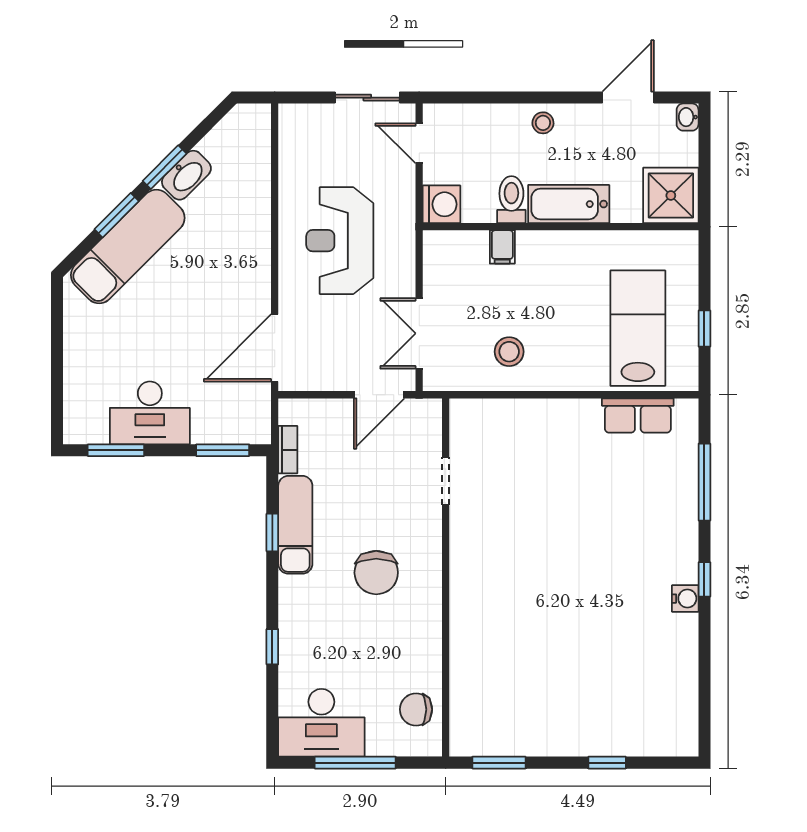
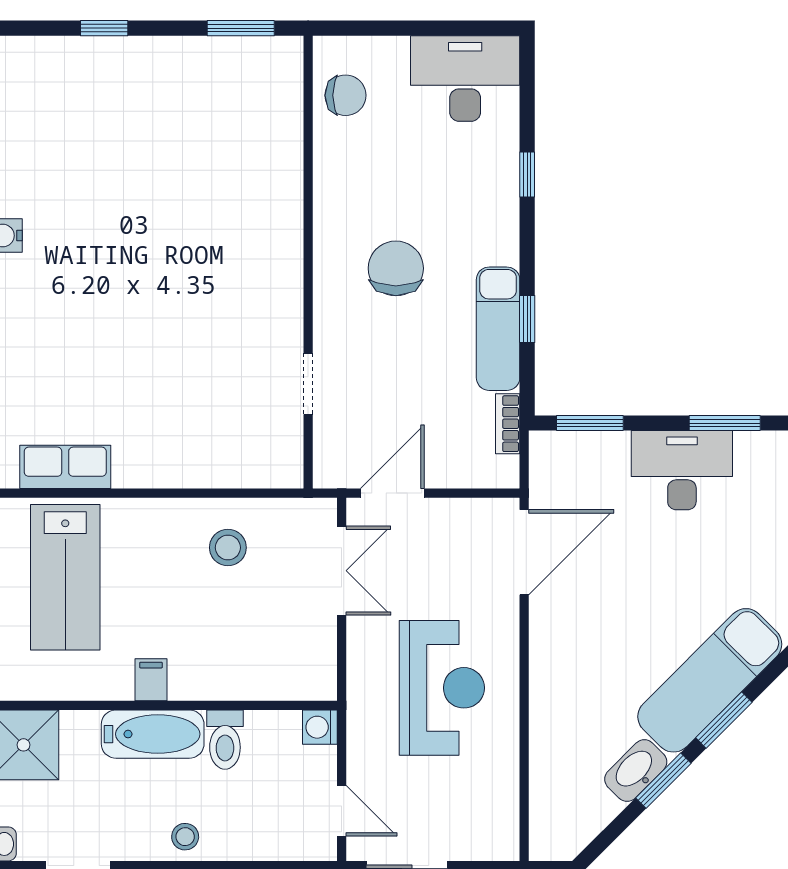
washing machine: (441, 204) -> (320, 727), width x0.73, depth x0.73
filing cabinet: (502, 247) -> (151, 680), moved
window: (355, 763) -> (422, 28), removed

